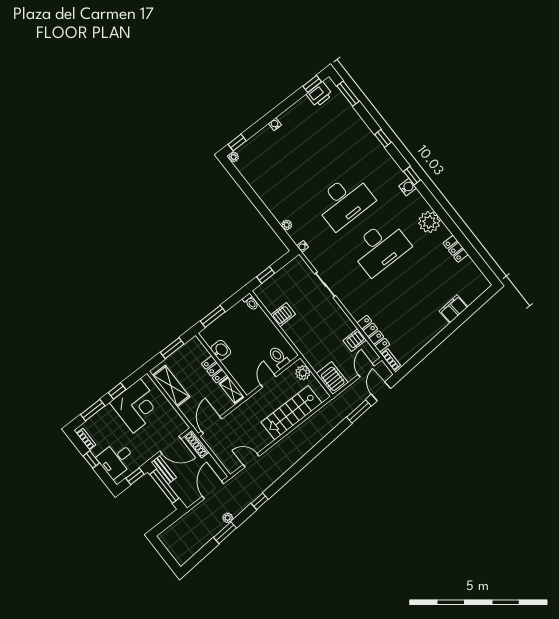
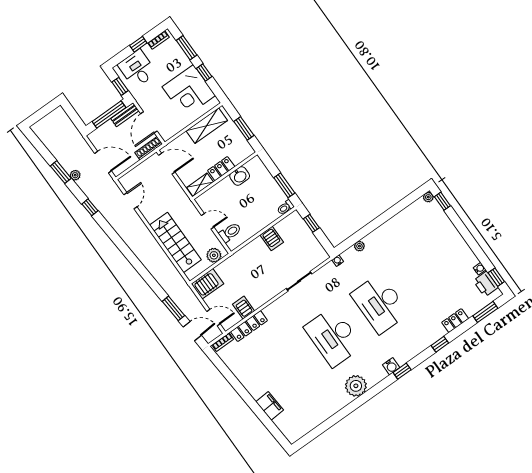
water cooler: (275, 124) -> (480, 269), moved
locker: (456, 249) -> (455, 321), moved
window: (213, 316) -> (284, 185), moved

